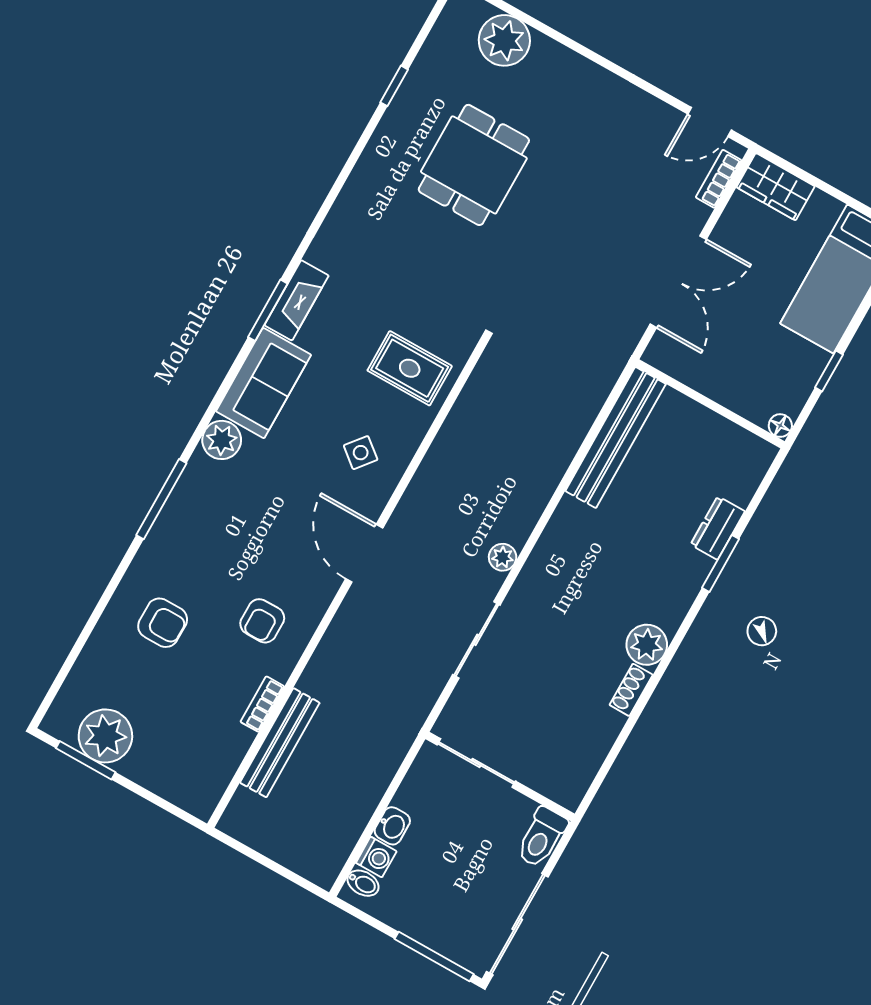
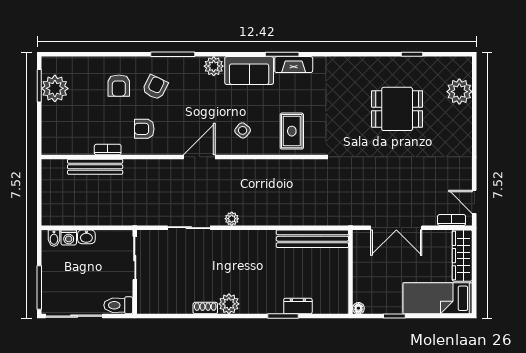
wardrobe: (776, 187) -> (462, 256), width x1.50
armchair: (201, 562) -> (155, 87), added

